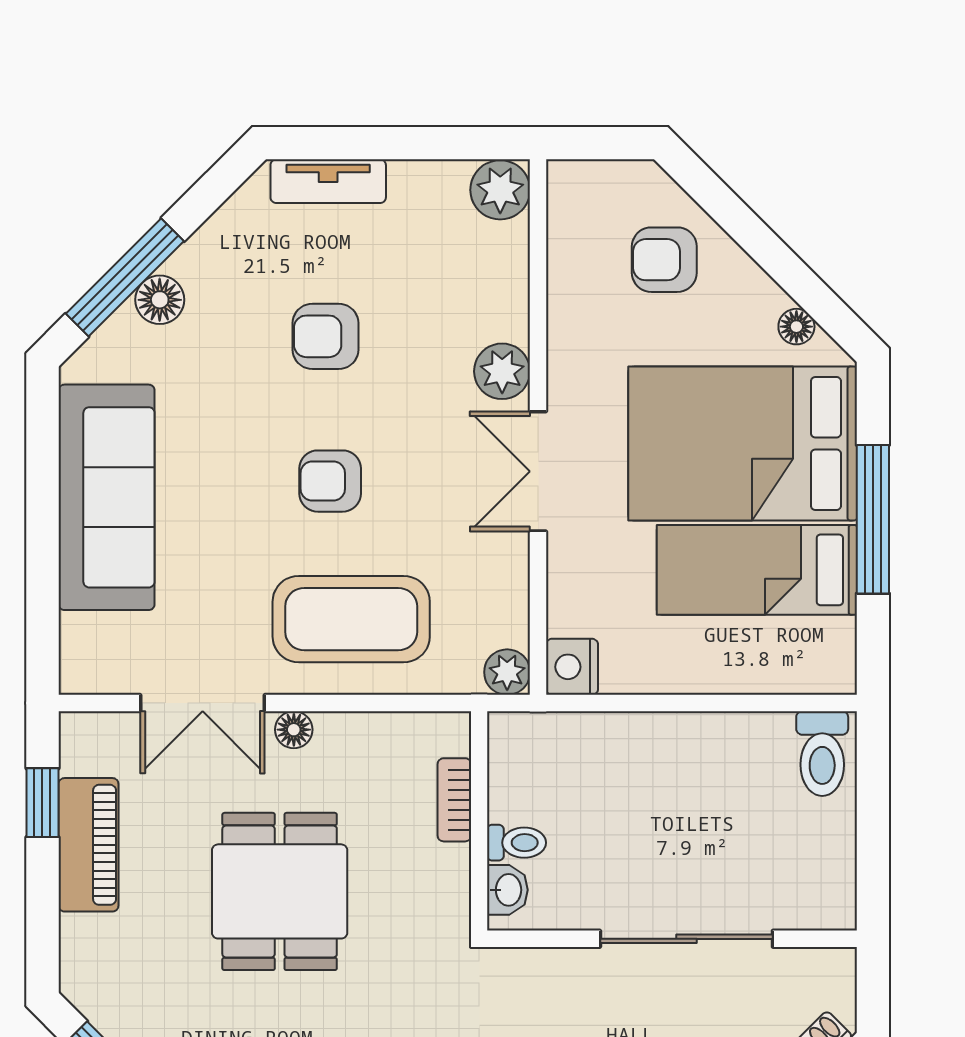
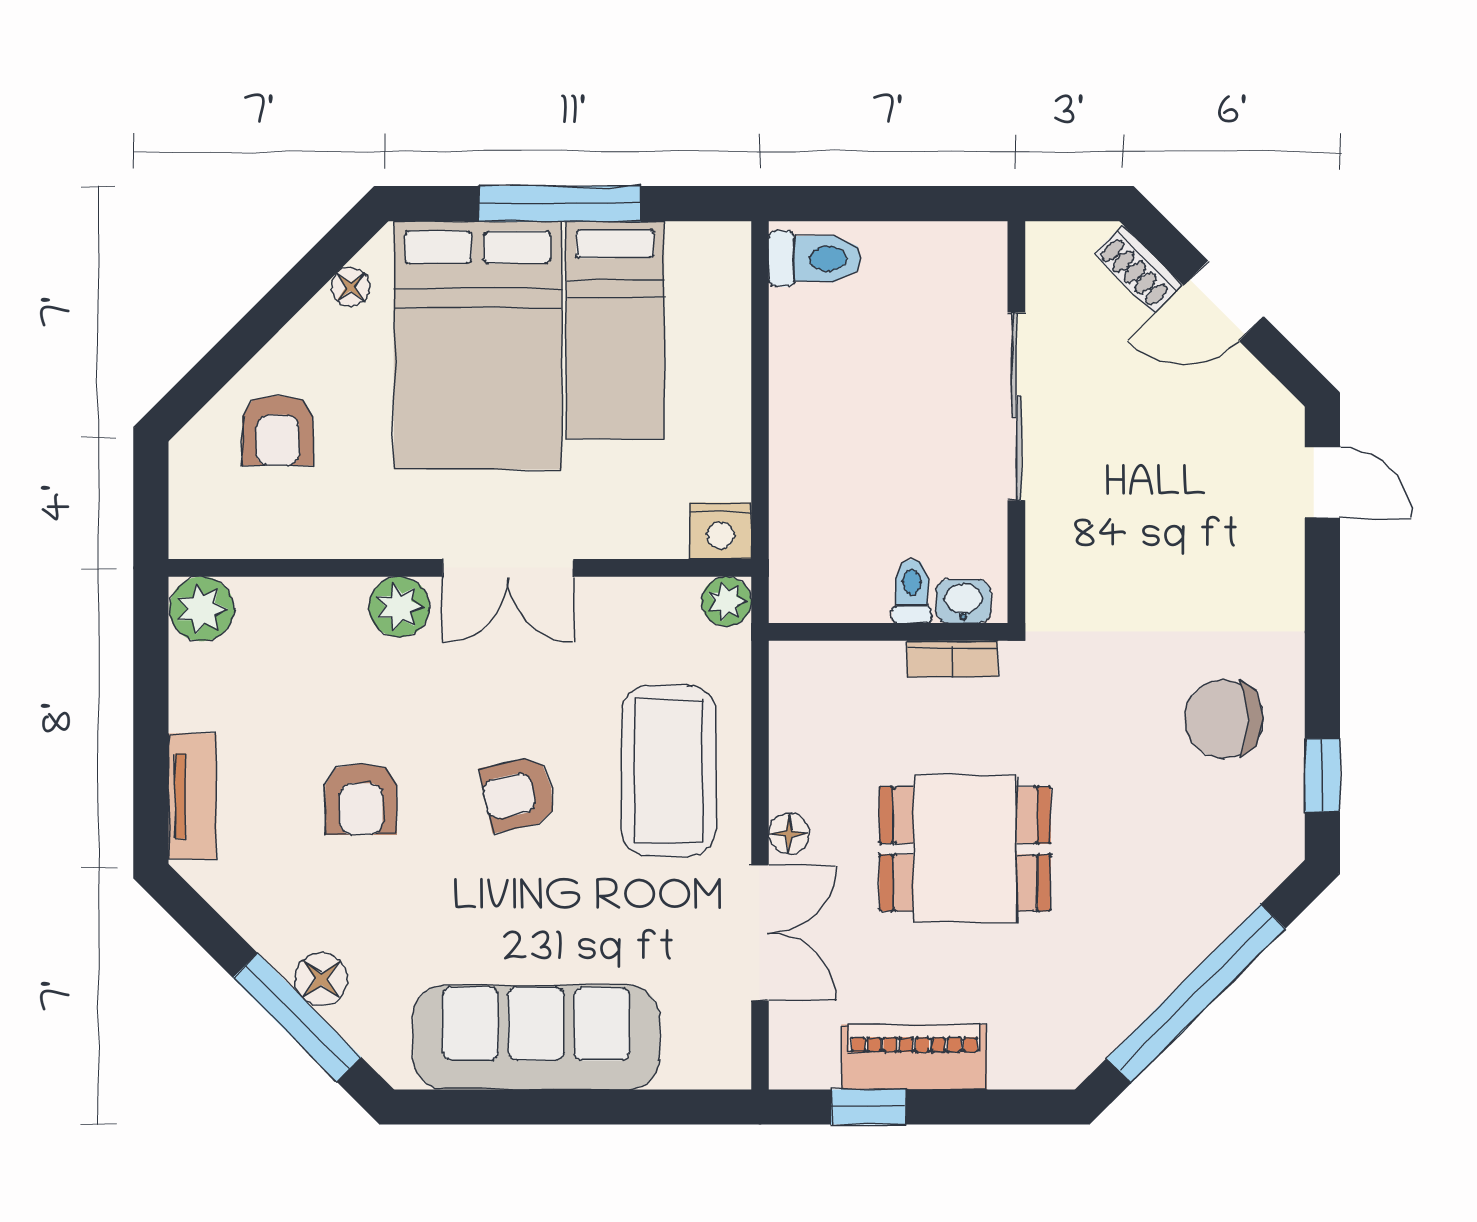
armchair: (330, 481) -> (518, 794), turned 78
bookcase: (454, 800) -> (952, 659), moved

